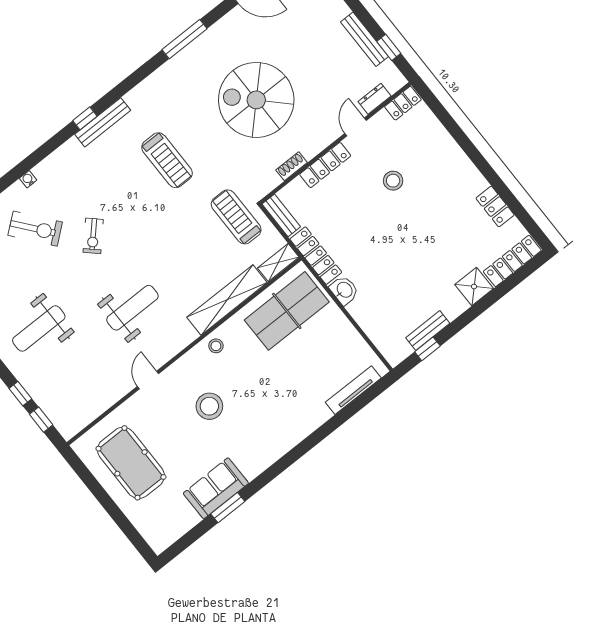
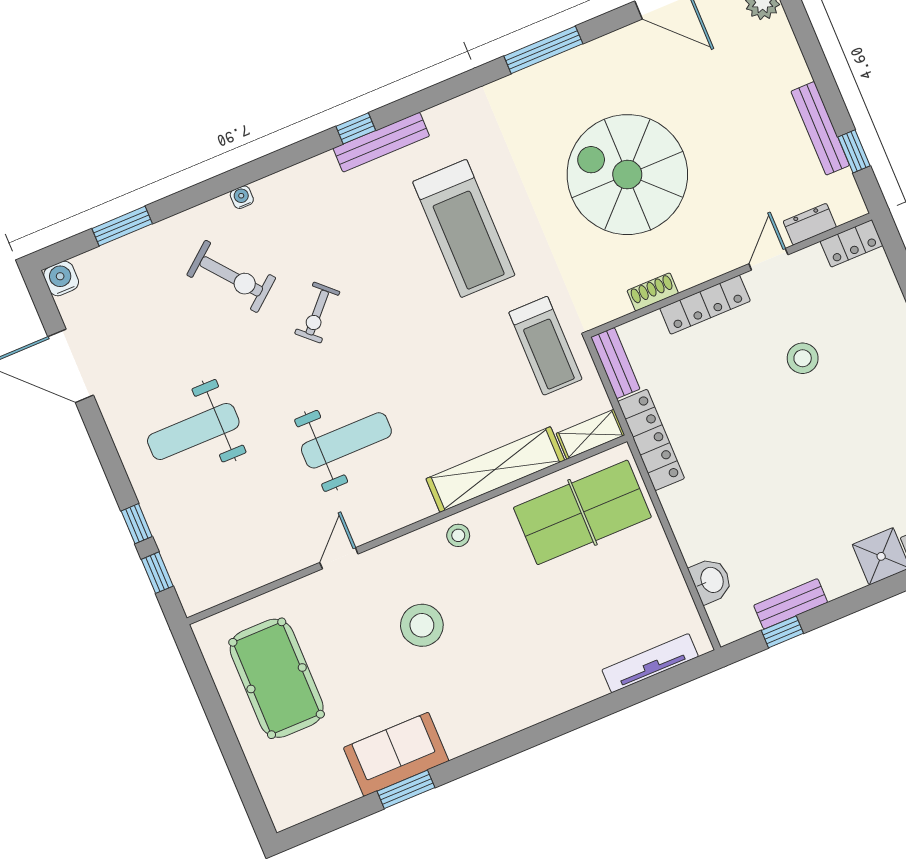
treadmill: (167, 160) -> (464, 228), width x1.37, depth x1.38
treadmill: (236, 217) -> (545, 346), turned 180
washbasin: (344, 290) -> (711, 580), moved

